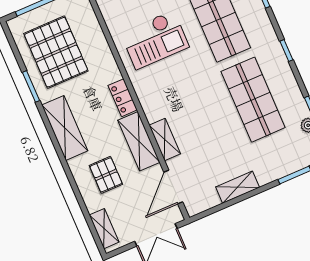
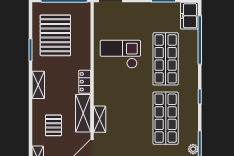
checkout: (155, 40) -> (120, 54), turned 180
shelving: (65, 128) -> (38, 85), width x0.67, depth x0.75

